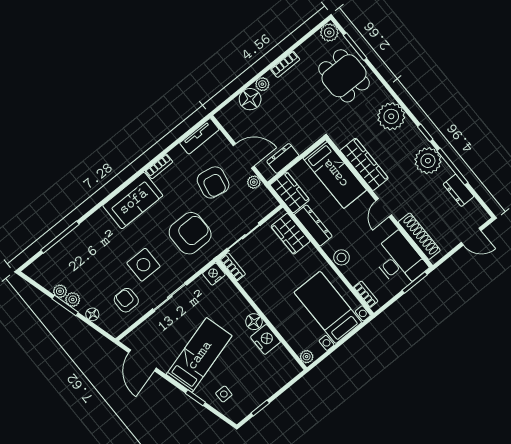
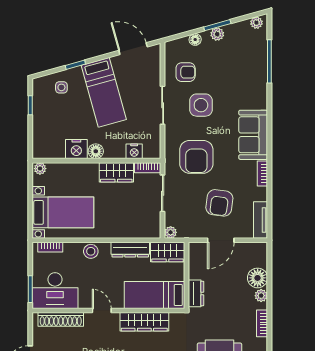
dresser: (283, 158) -> (196, 293), moved
armchair: (213, 182) -> (219, 203), turned -93
plant: (254, 182) -> (171, 232), moved
wardrobe: (291, 234) -> (116, 172), moved, turned 180
nightstand: (214, 274) -> (134, 151), moved, turned 90
plant: (60, 291) -> (256, 23), moved

